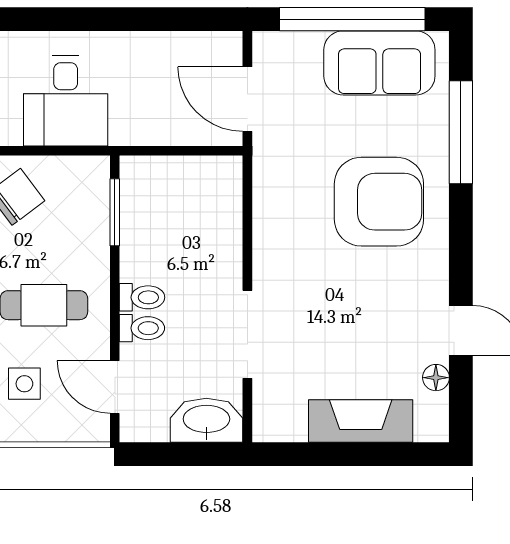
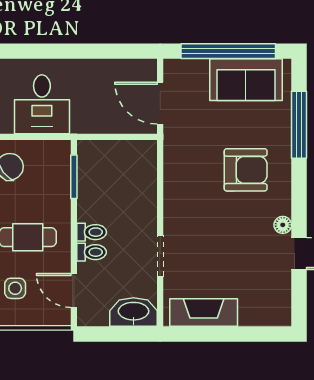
armchair: (379, 202) -> (246, 170), width x0.73, depth x0.73
doorway: (247, 334) -> (160, 256), width x0.73
floor lamp: (436, 378) -> (283, 225), moved
fireplace: (361, 421) -> (204, 312), moved

